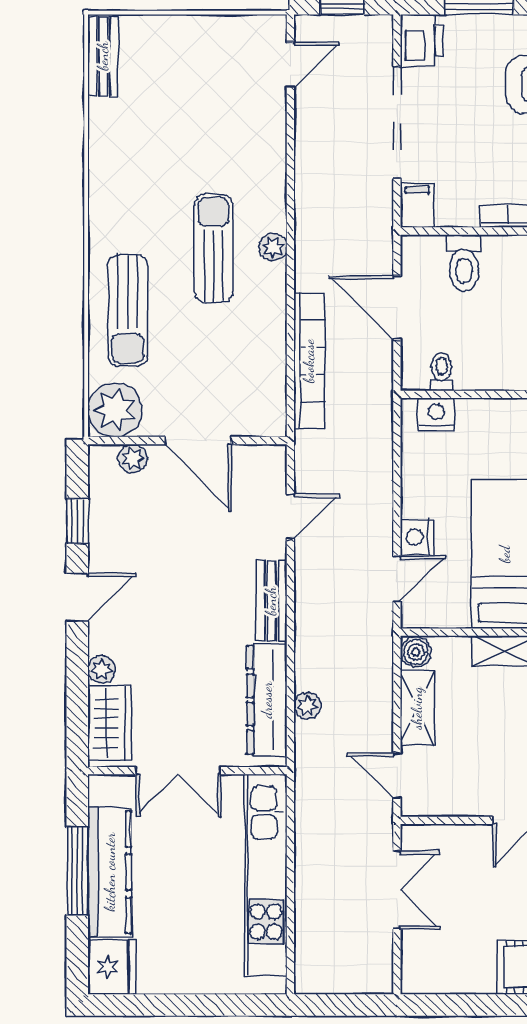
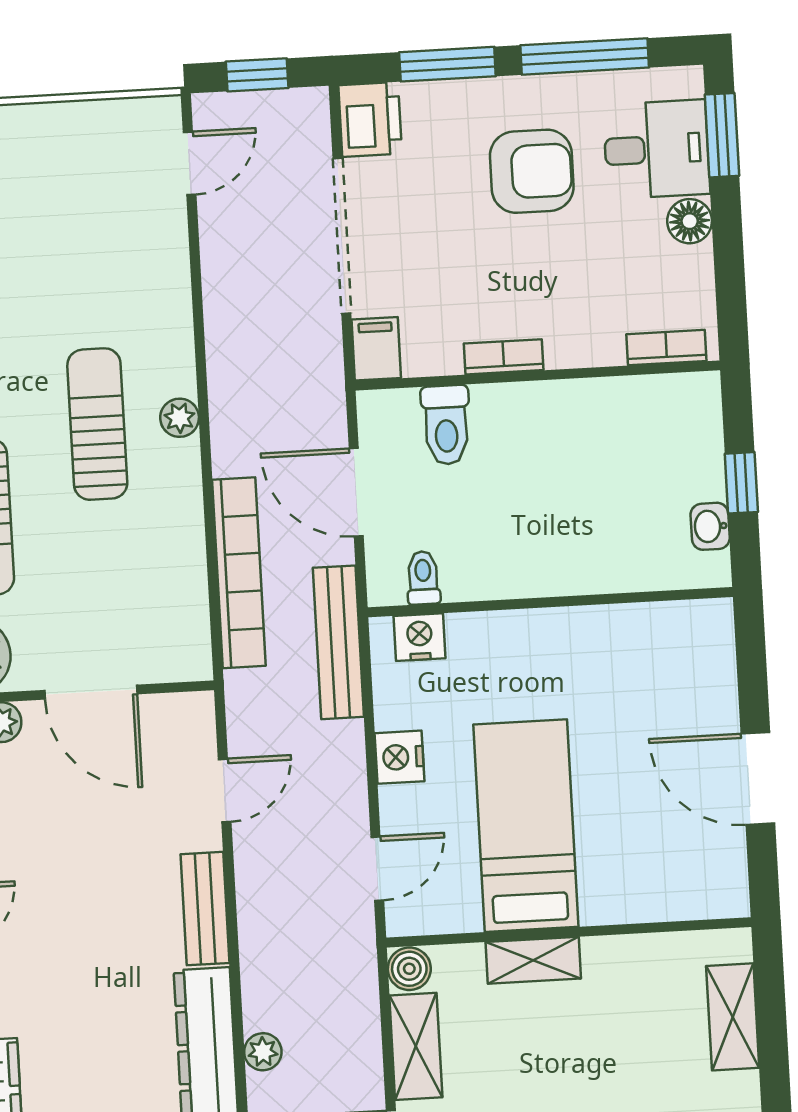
bench: (378, 415) -> (338, 642), added
nightstand: (417, 537) -> (400, 757), moved

